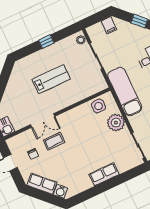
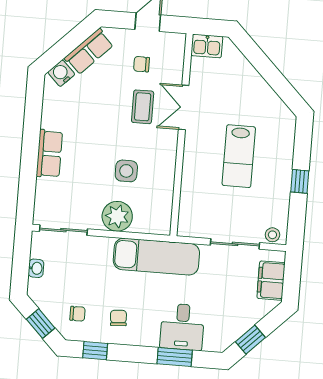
filing cabinet: (109, 25) -> (271, 281), width x2.00
side table: (98, 106) -> (126, 171), moved

